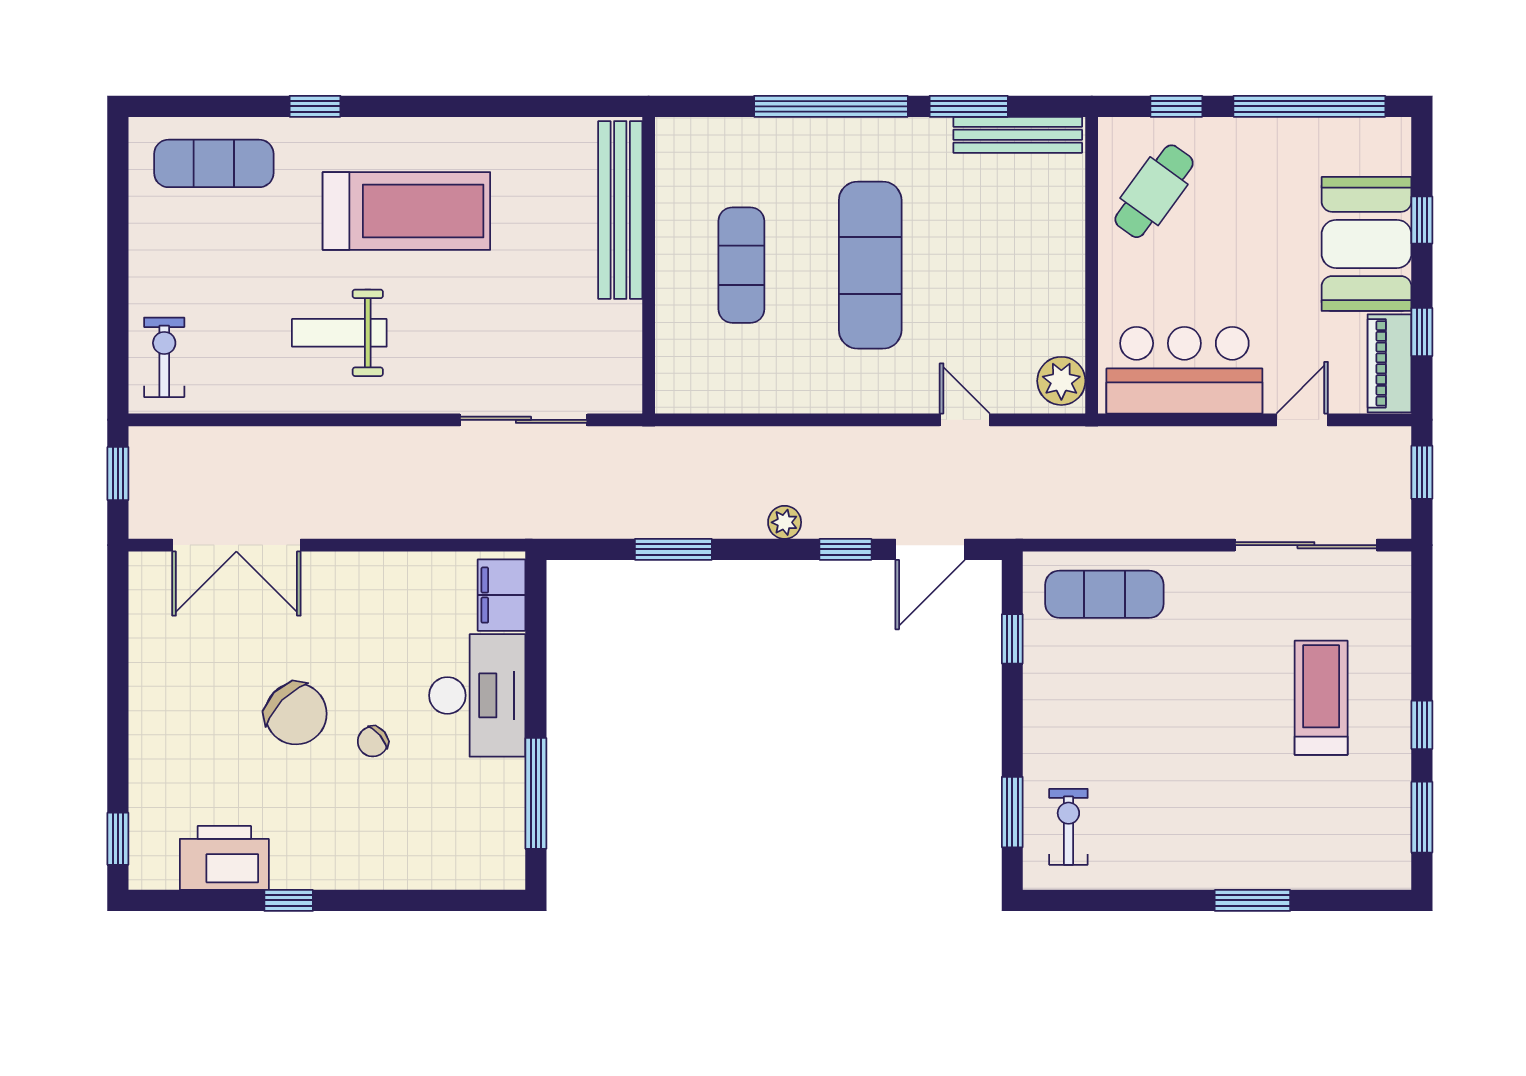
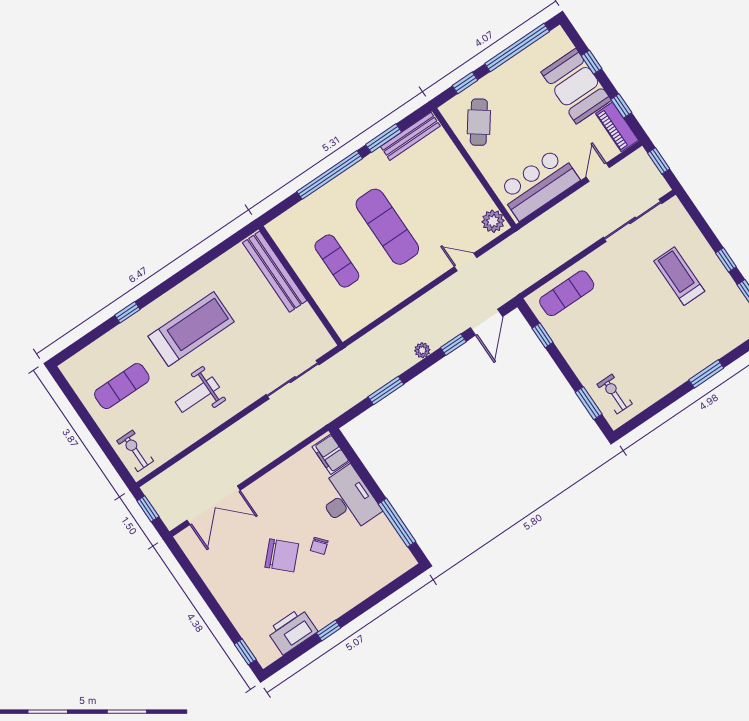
exercise mat: (214, 163) -> (122, 386), moved

